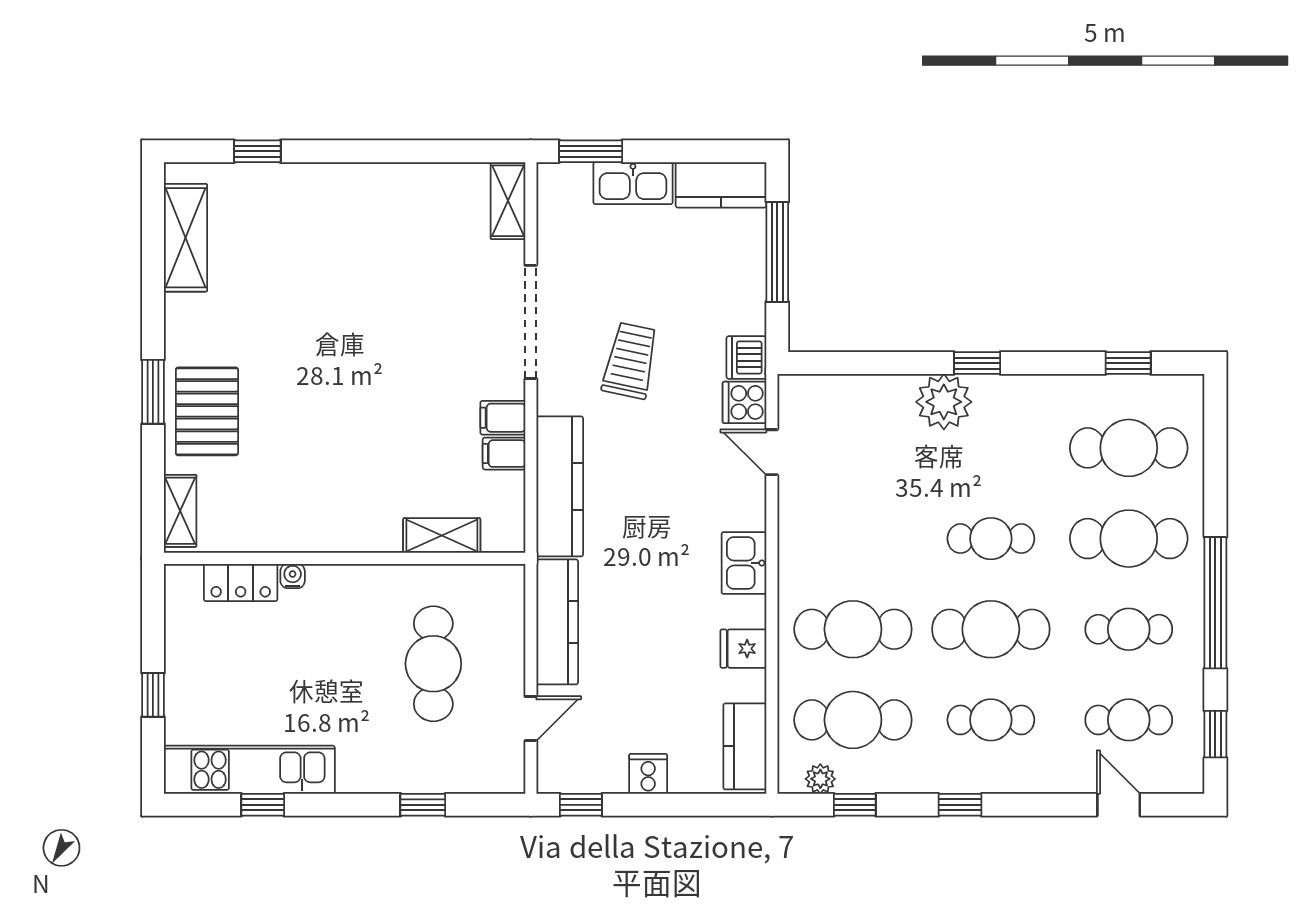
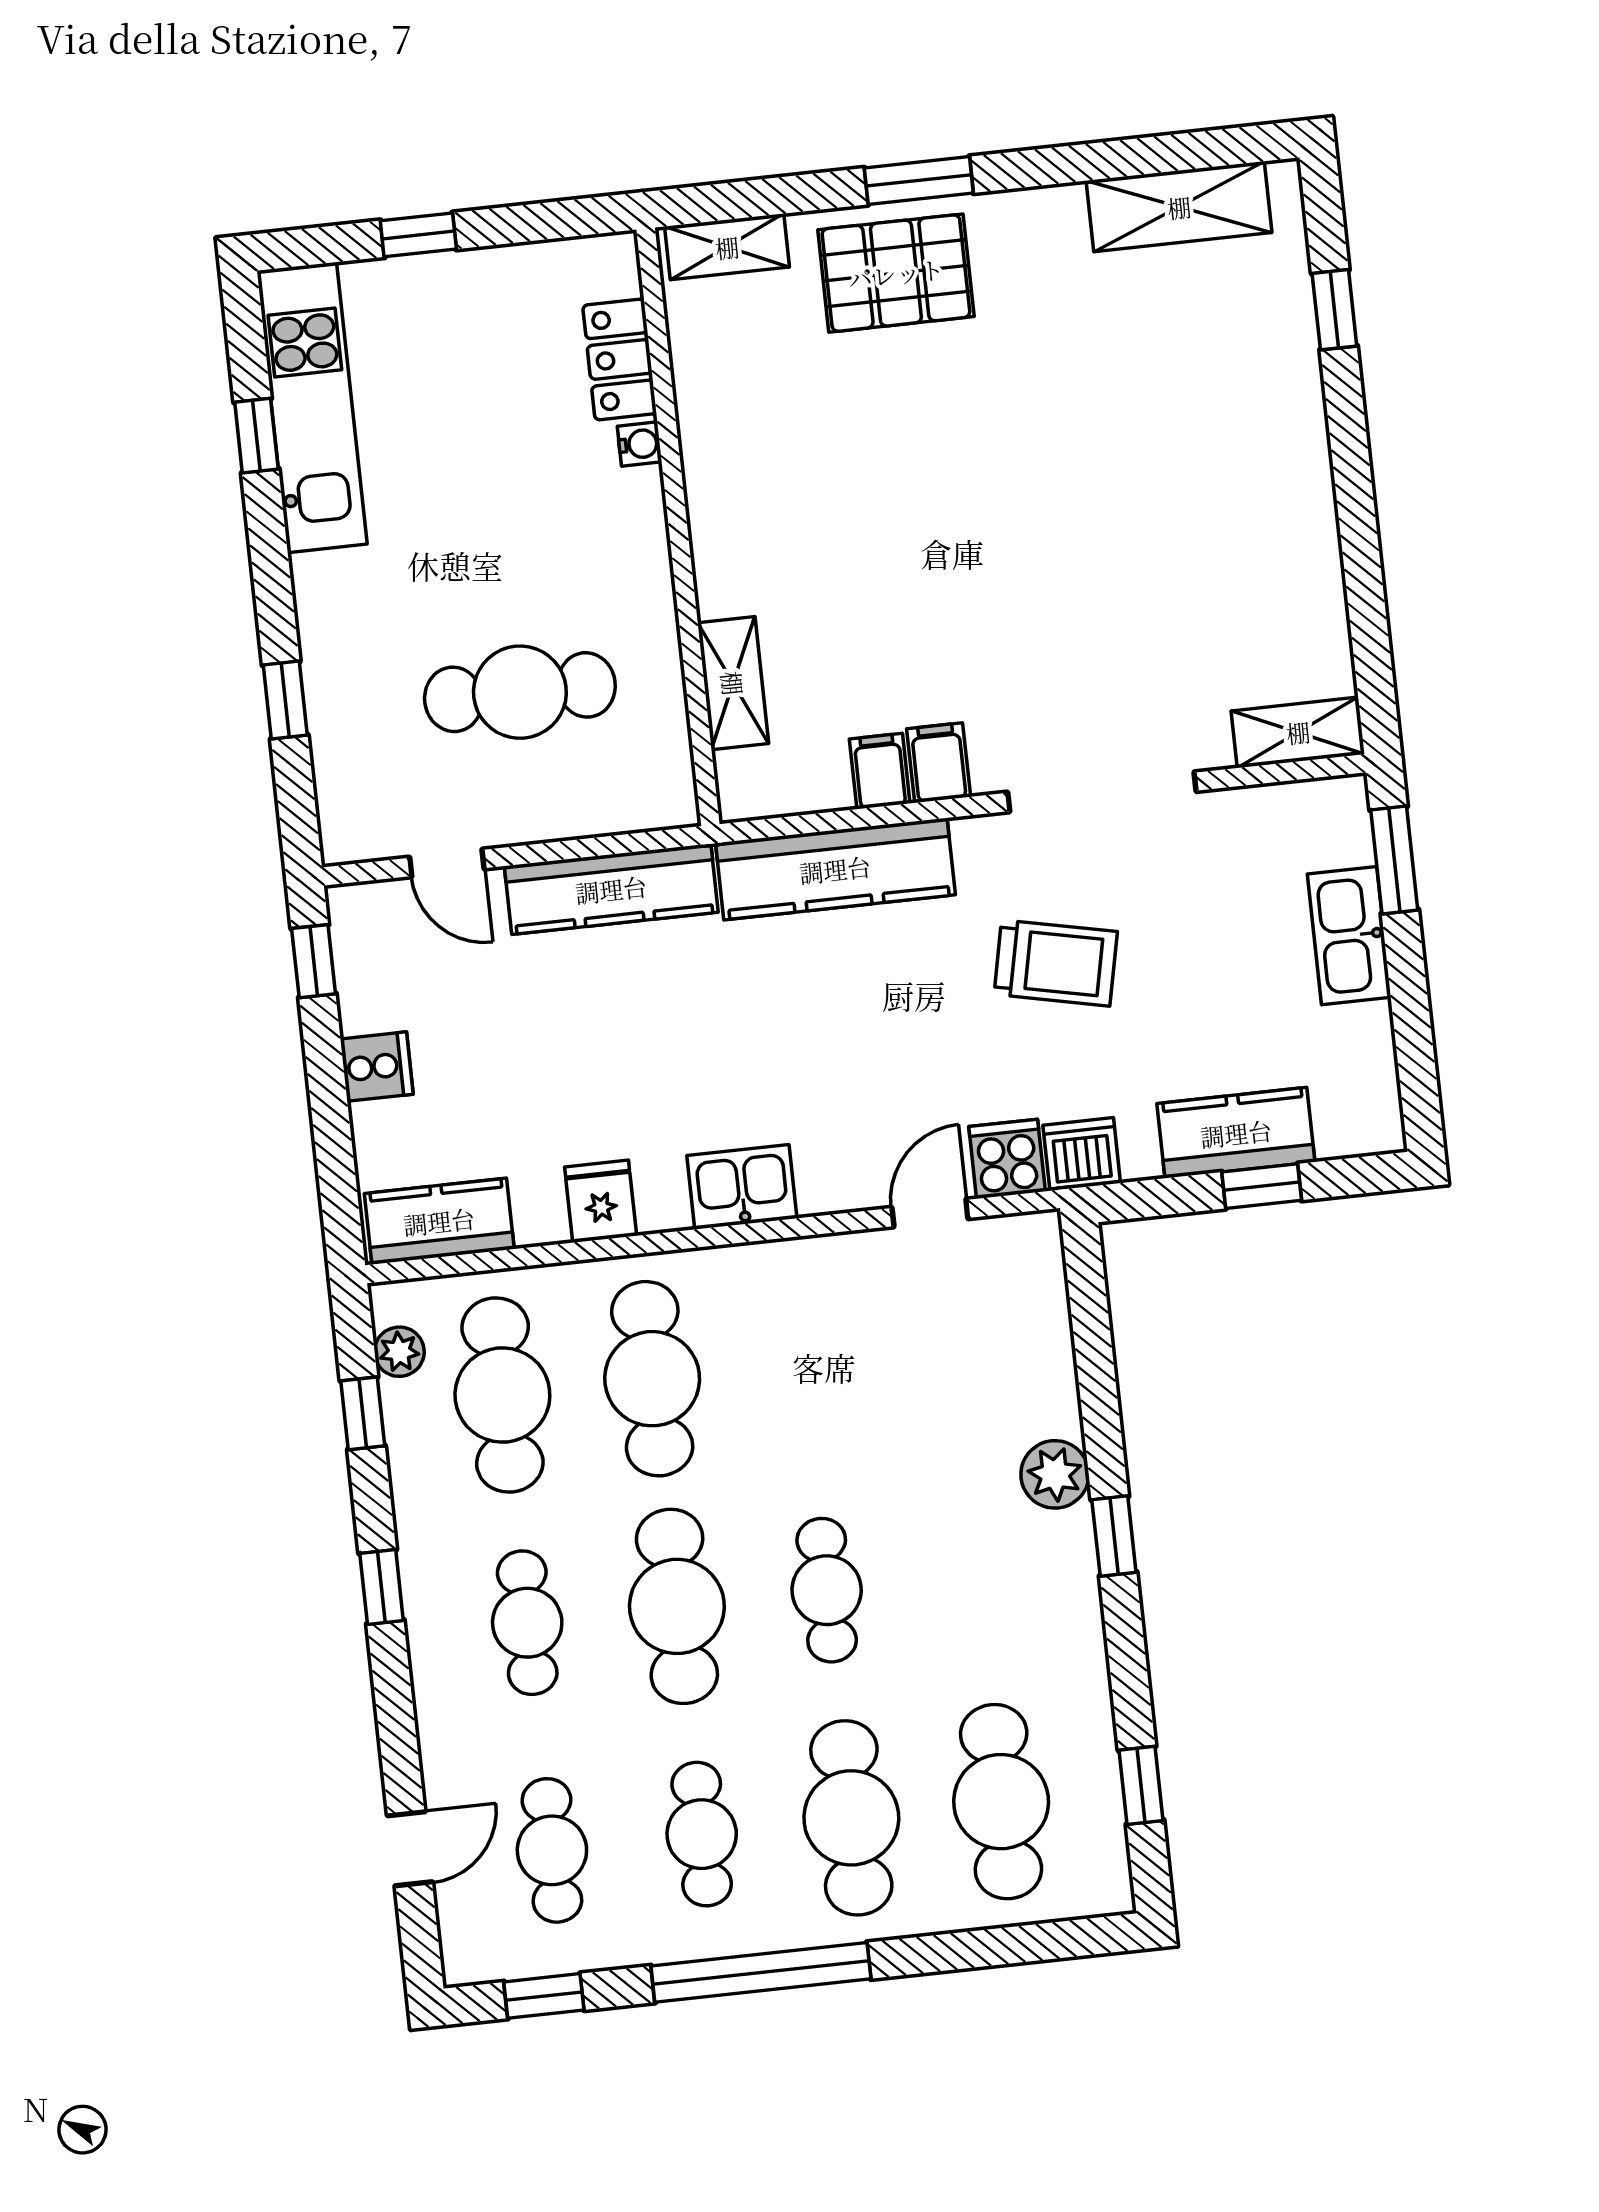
kitchen counter: (721, 185) -> (1236, 1133), moved, turned 90
window: (777, 252) -> (1262, 1186), width x0.46
plant: (944, 402) -> (1055, 1474), width x0.73, depth x0.73

